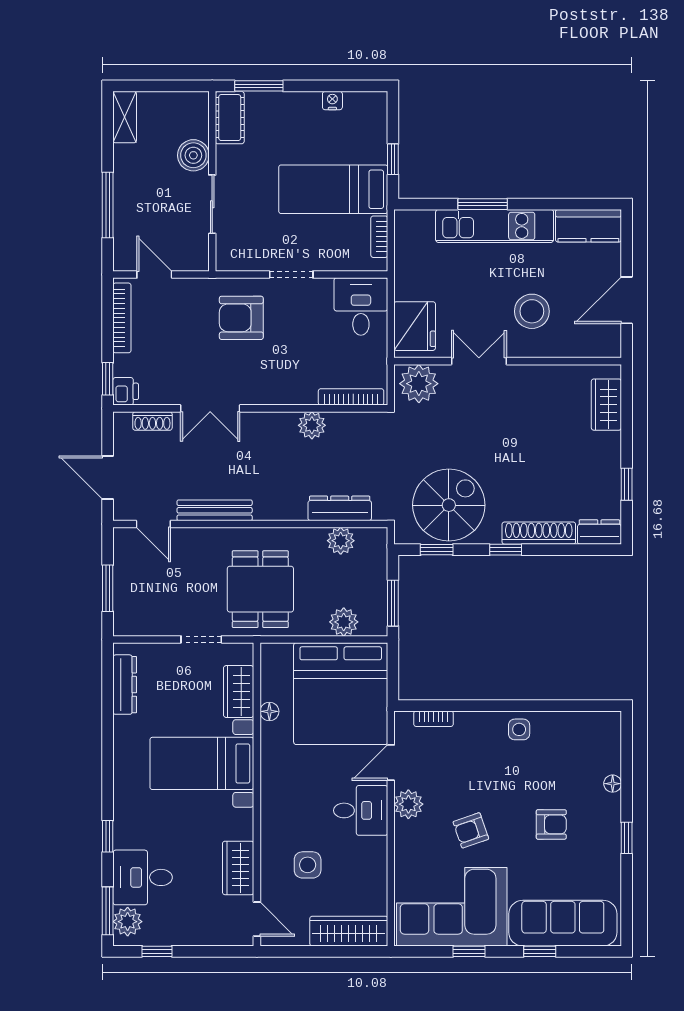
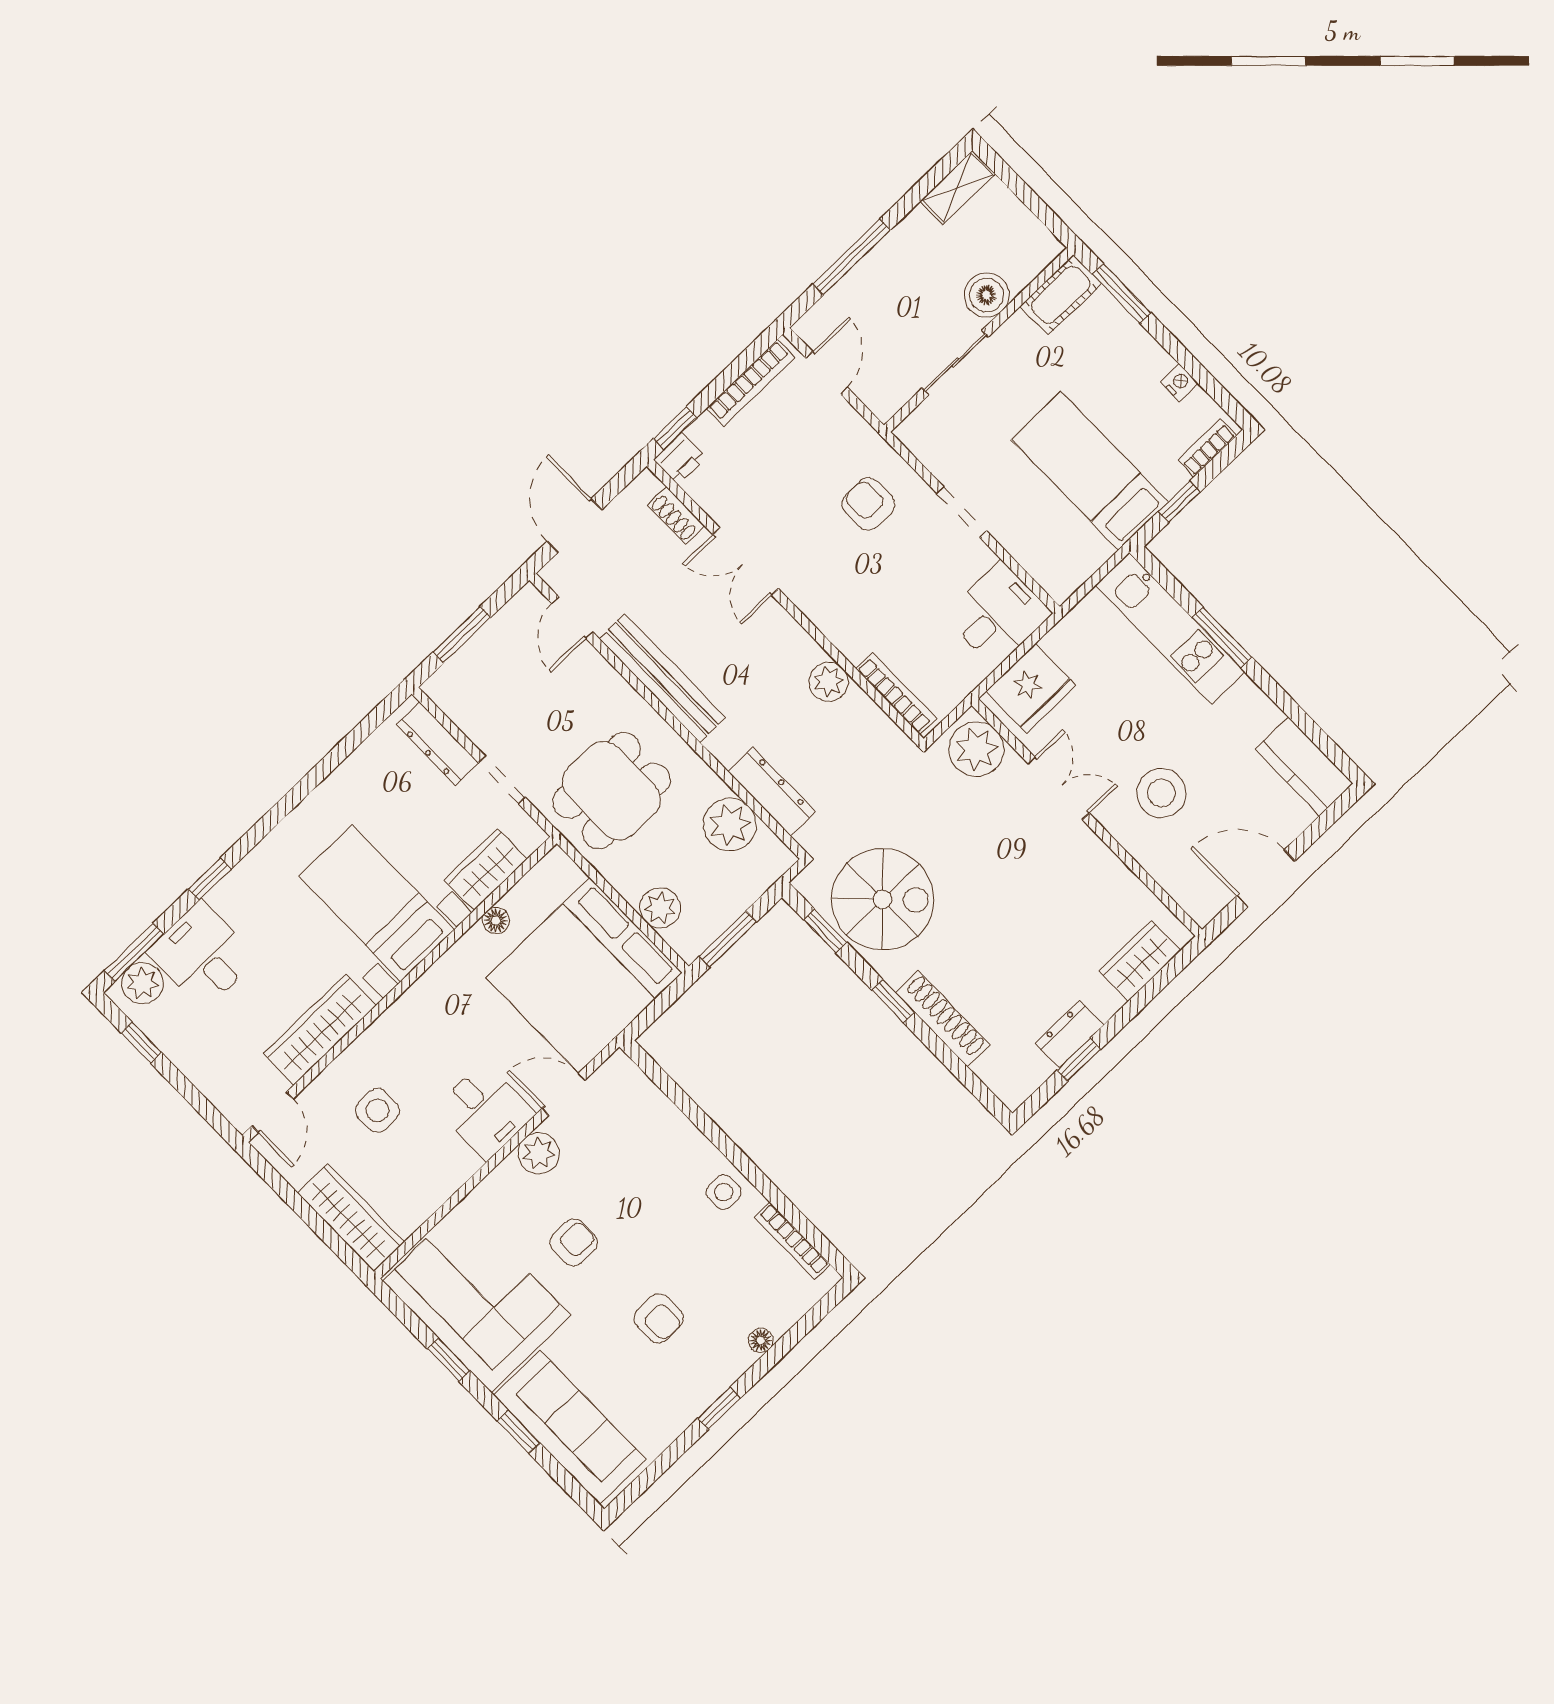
kitchen unit: (495, 226) -> (1170, 629), moved
bookcase: (379, 237) -> (1207, 448), moved
armchair: (241, 318) -> (868, 504), width x0.72, depth x0.72
bench: (215, 510) -> (662, 678), width x1.37, depth x1.21
dresser: (599, 532) -> (1069, 1034), moved, turned -90
plant: (341, 541) -> (730, 825), width x1.36, depth x1.36
dresser: (125, 685) -> (437, 744), moved, turned 90
bookcase: (433, 719) -> (792, 1241), moved, width x1.56
armchair: (471, 830) -> (573, 1242), turned 109
wardrobe: (238, 868) -> (320, 1030), width x1.50

